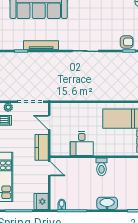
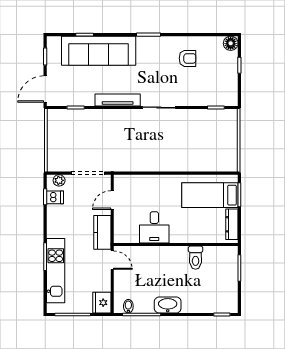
armchair: (127, 42) -> (188, 58), moved
tv unit: (41, 45) -> (118, 100), moved
door: (49, 122) -> (112, 200), hinge flipped
toilet: (102, 167) -> (196, 258), moved
washbasin: (107, 203) -> (168, 305), moved

